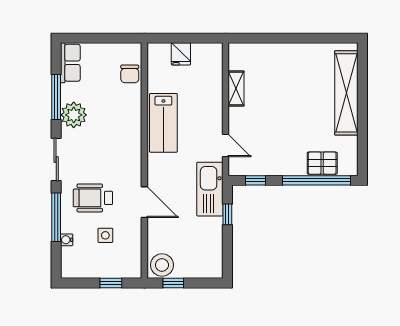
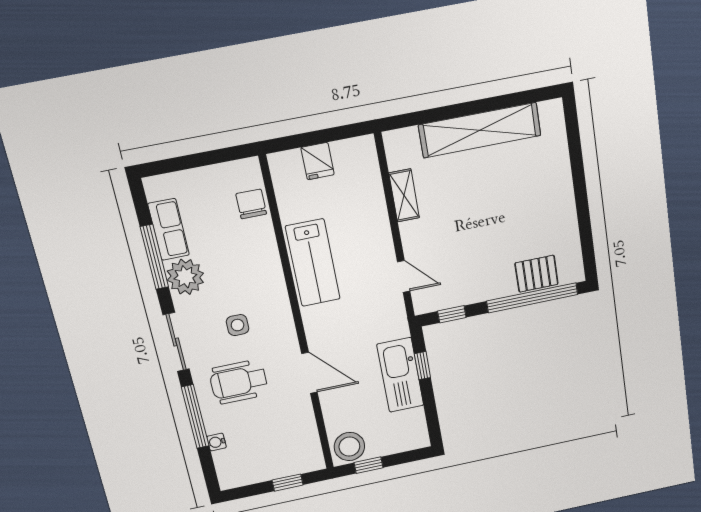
row of seats: (70, 63) -> (169, 229), moved
chair: (130, 74) -> (251, 204), turned 180
shelving: (346, 93) -> (480, 130), moved, turned 90
kitchen sink: (210, 189) -> (400, 375), moved
side table: (105, 235) -> (237, 325), moved

